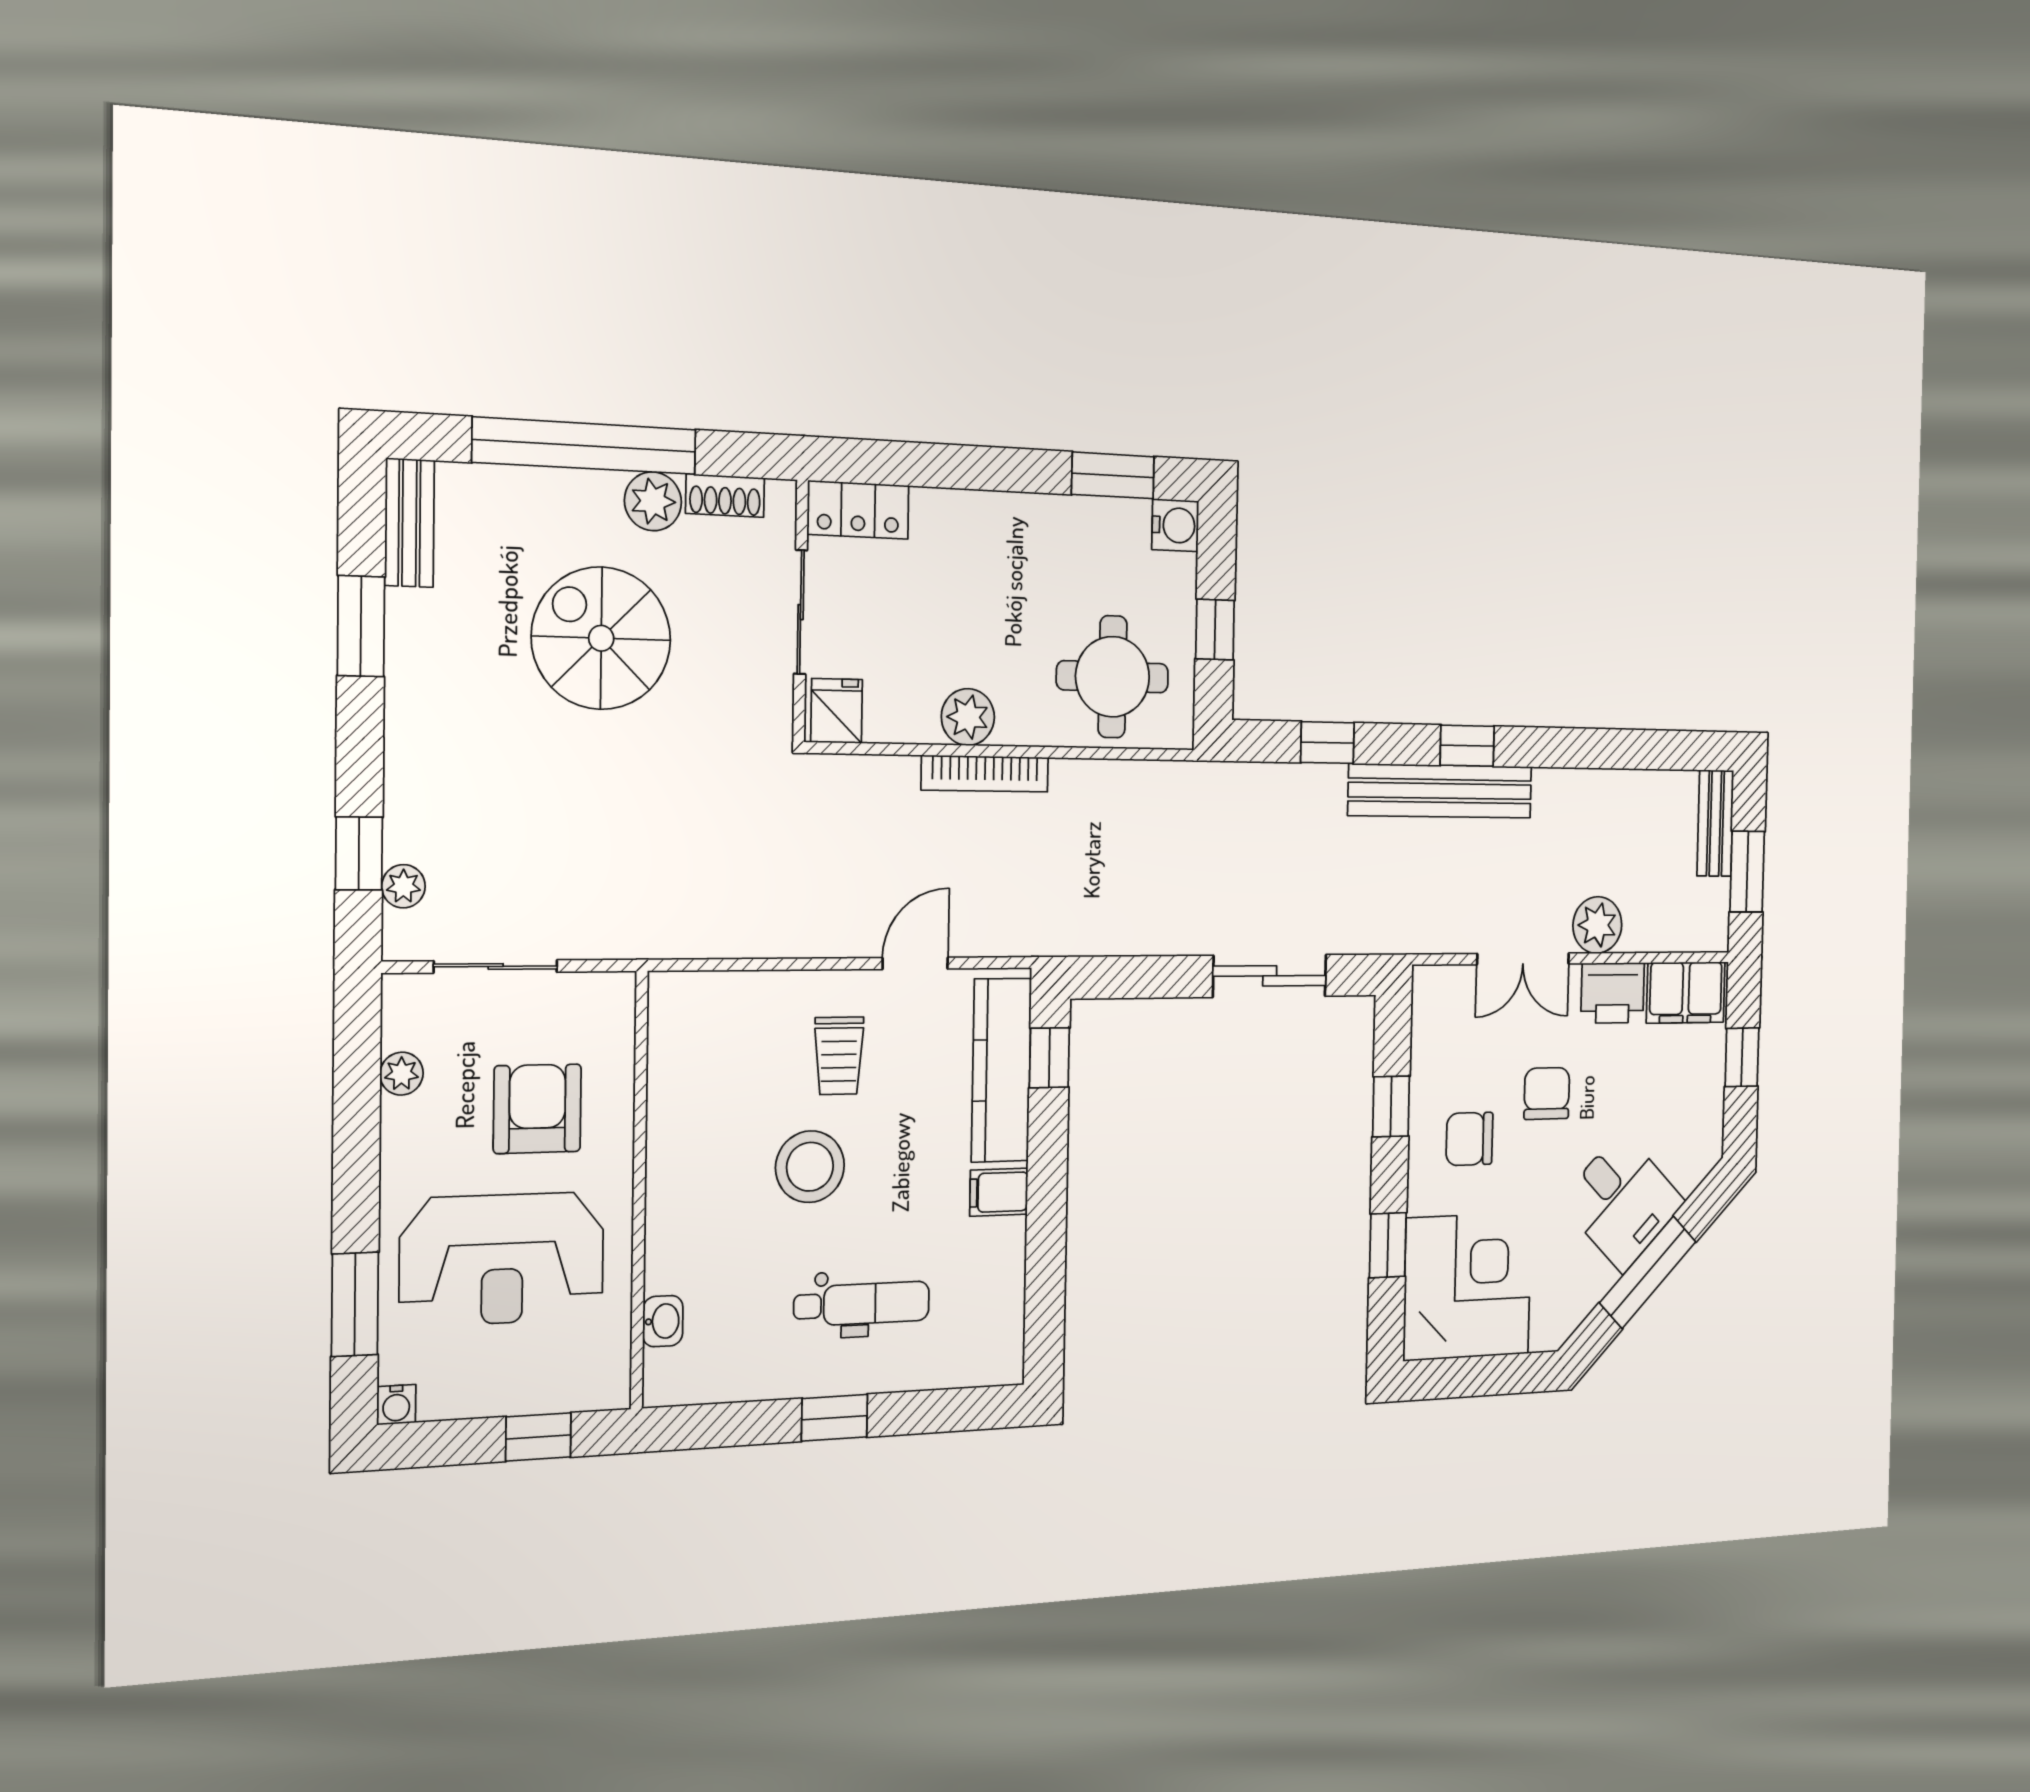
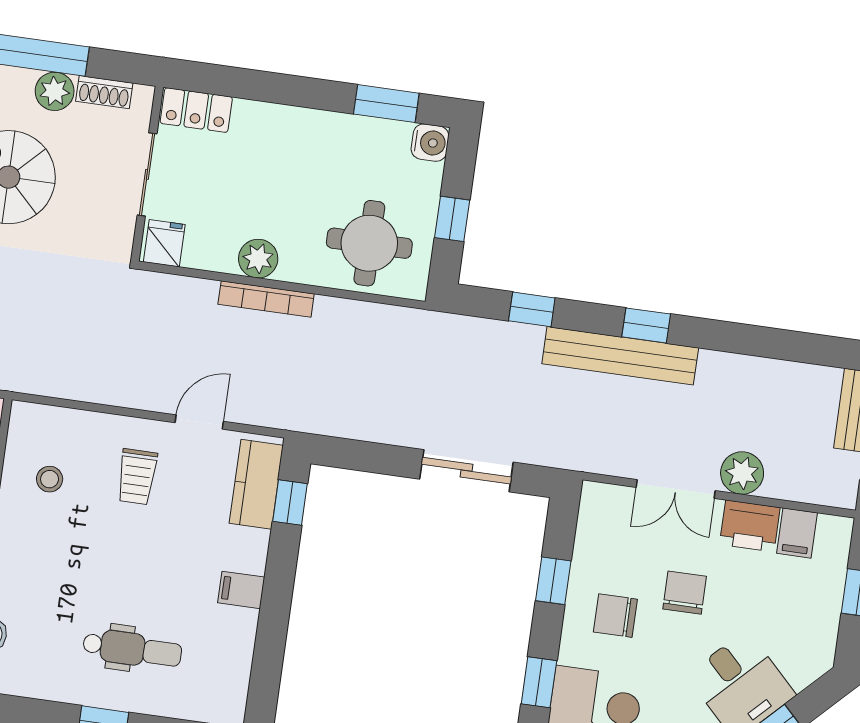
filing cabinet: (1686, 993) -> (797, 533), width x0.50
kitchen counter: (1001, 1070) -> (256, 484), width x0.67
stool: (810, 1167) -> (50, 479), moved, width x0.53, depth x0.53

